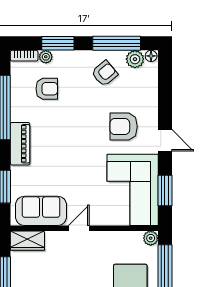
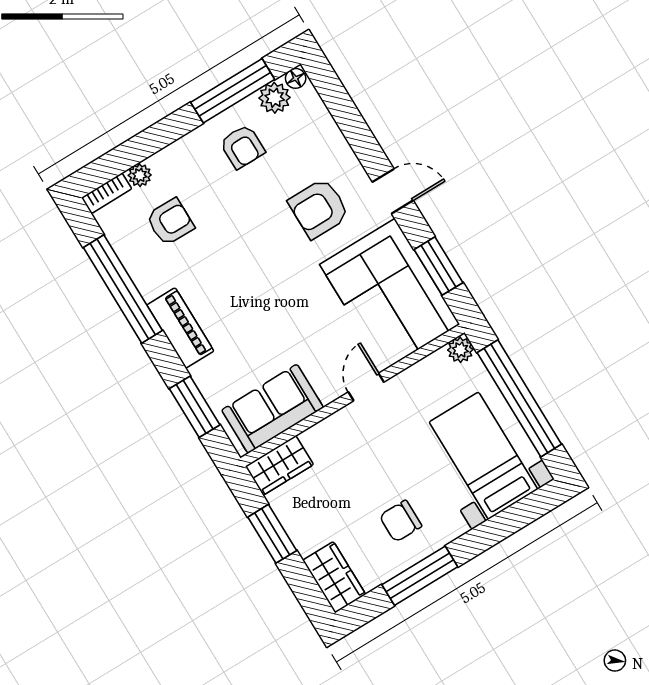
window: (58, 43) -> (145, 144), removed
armchair: (105, 73) -> (242, 147), turned 130
door: (79, 228) -> (366, 387), moved

